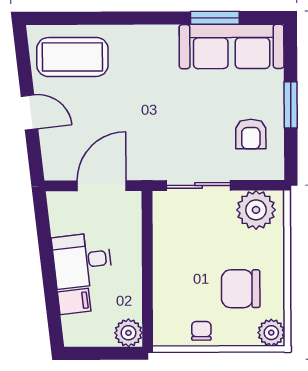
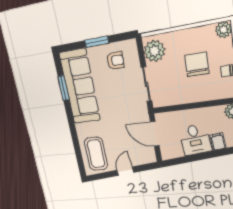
sofa: (232, 46) -> (80, 87), width x1.36, depth x1.27
chair: (241, 289) -> (197, 64), moved, turned 180

